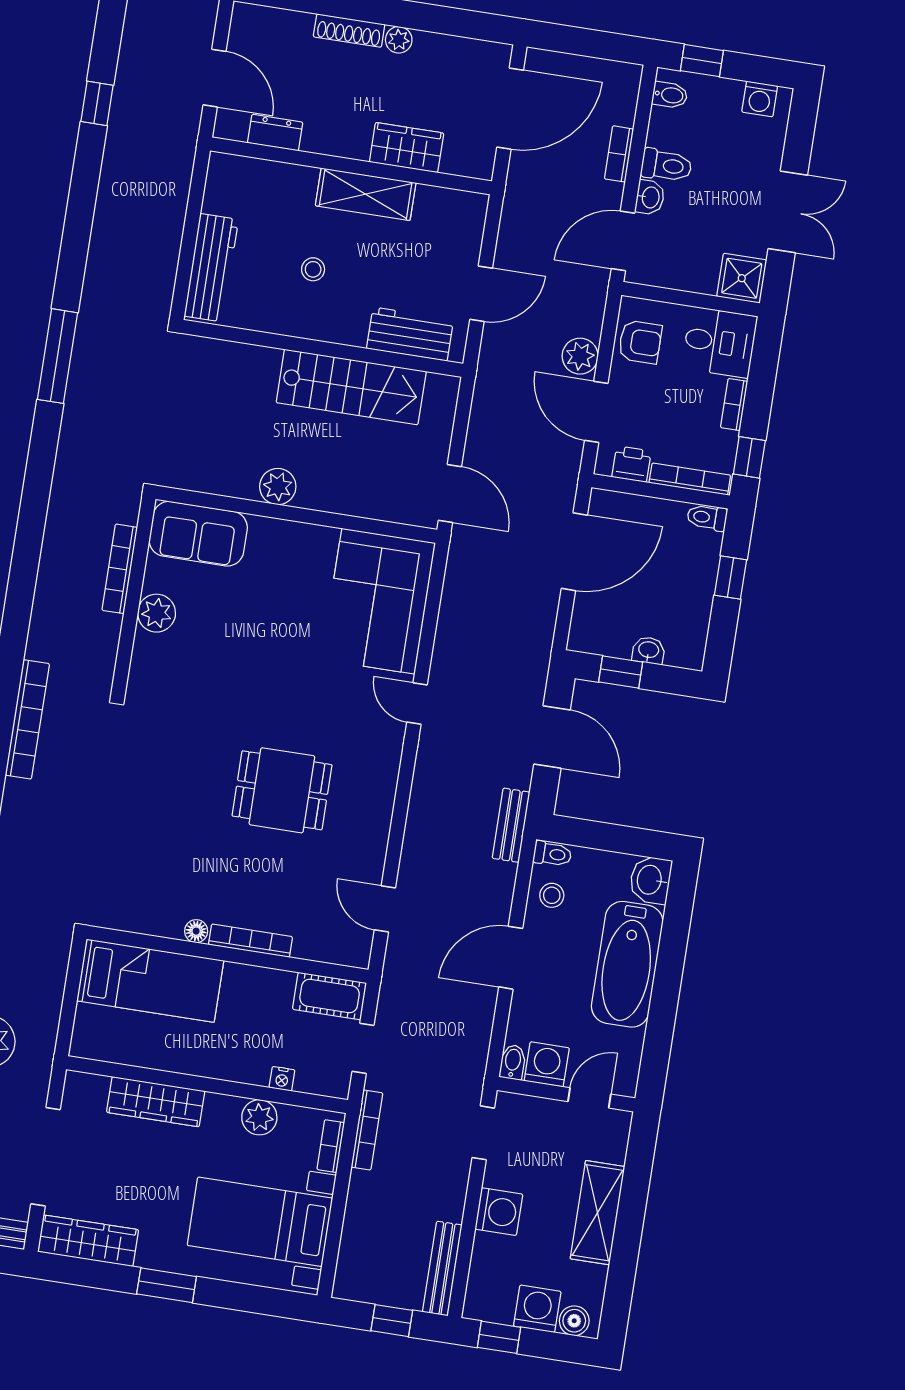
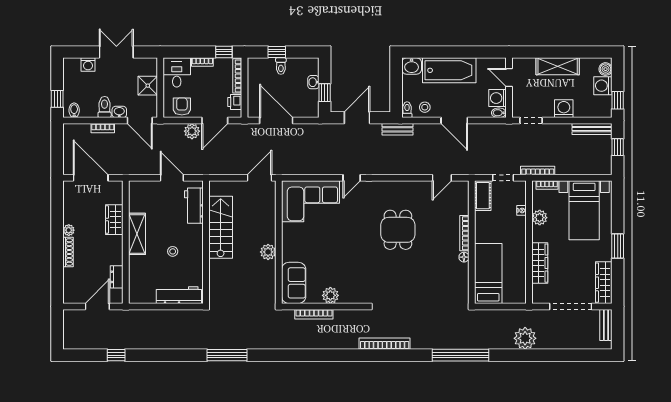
washing machine: (760, 99) -> (88, 65), moved, turned 90
shower: (742, 278) -> (148, 86), moved
toilet: (707, 517) -> (281, 66), moved

